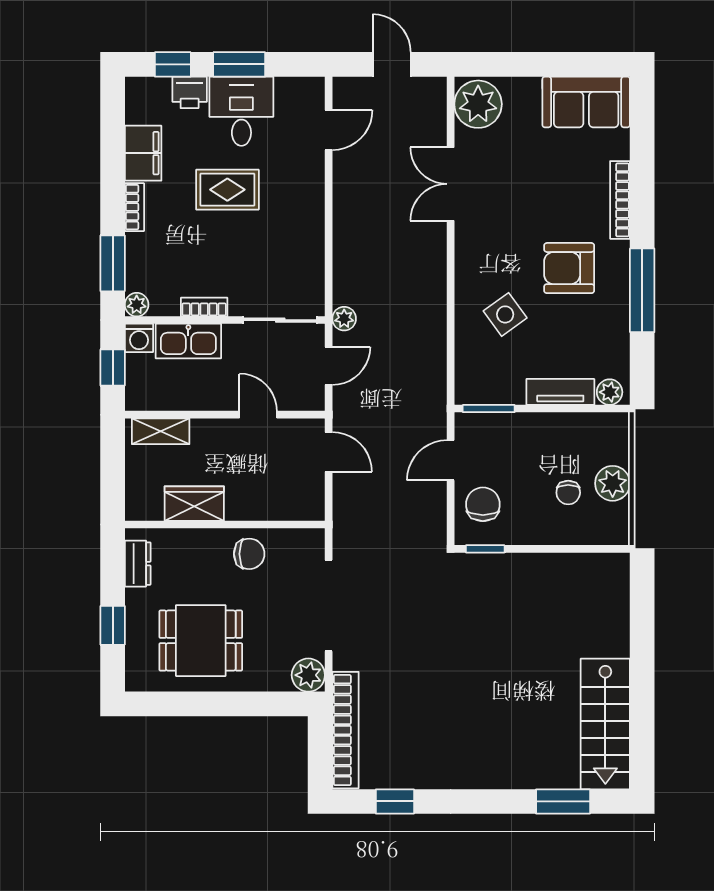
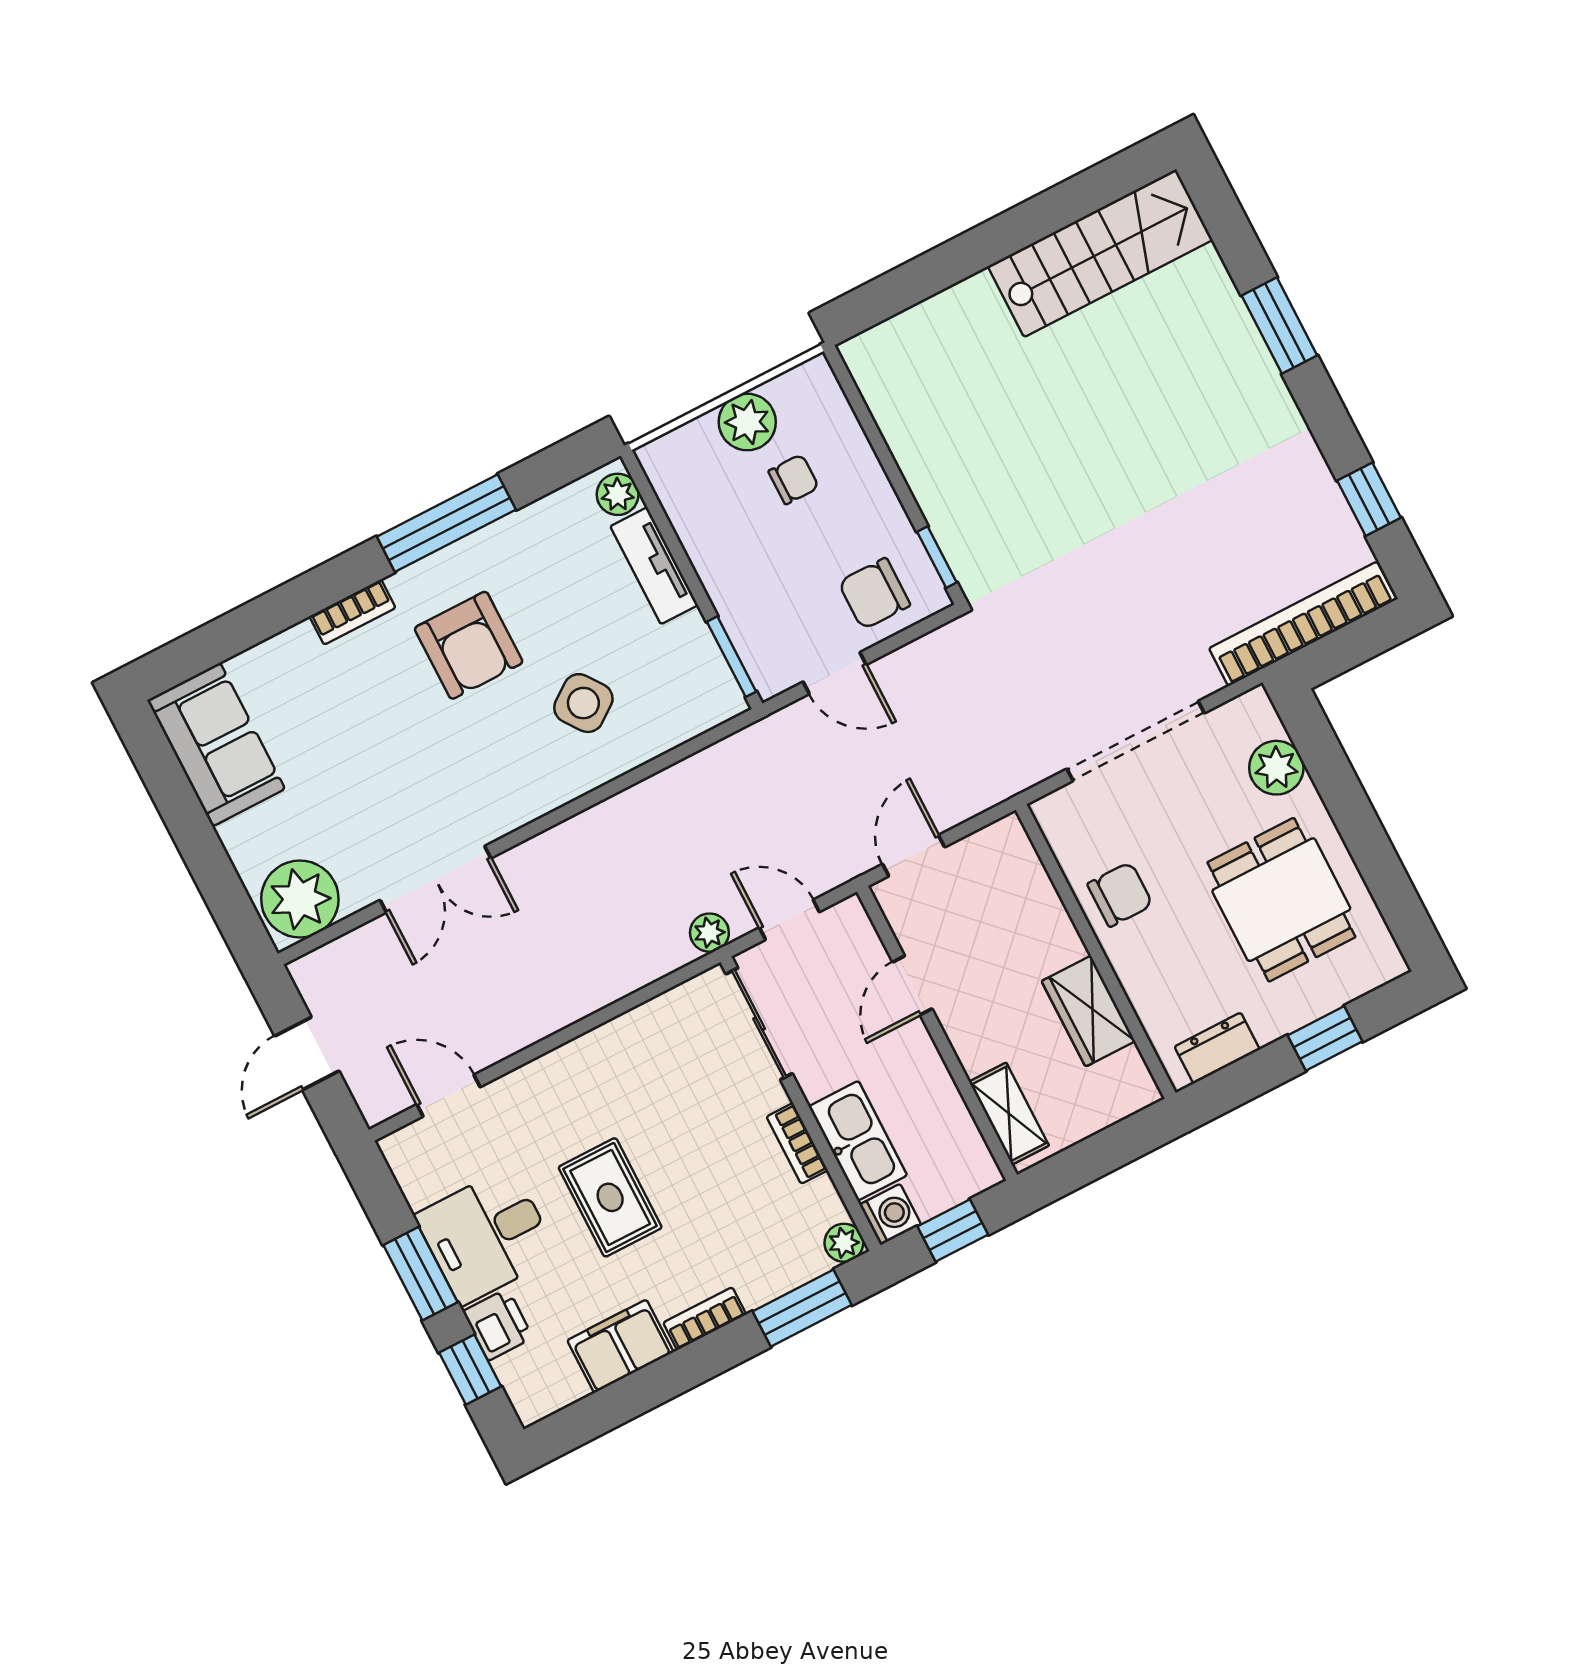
bookcase: (620, 200) -> (352, 612), width x0.64
chair: (249, 554) -> (1120, 894), turned 90
plant: (308, 675) -> (1276, 768), moved
window: (563, 801) -> (1279, 326), moved

